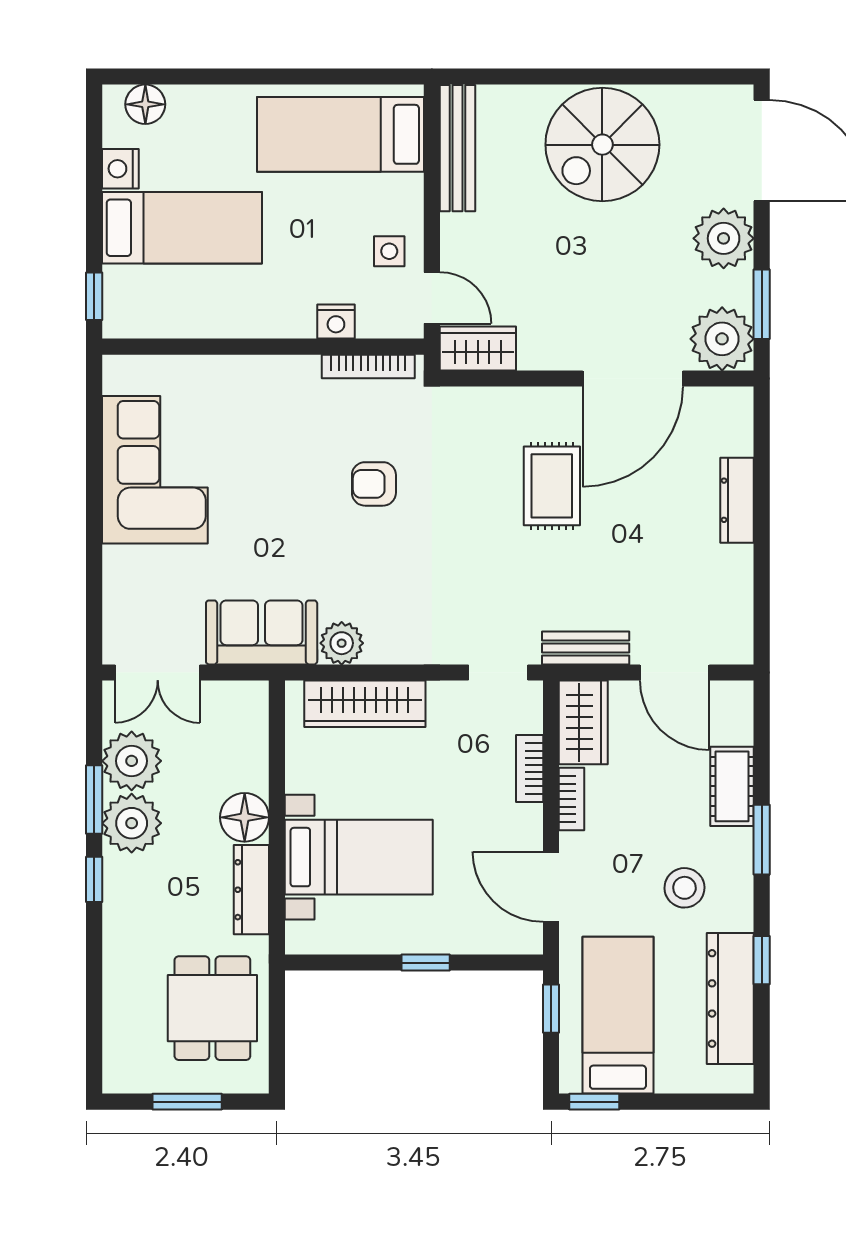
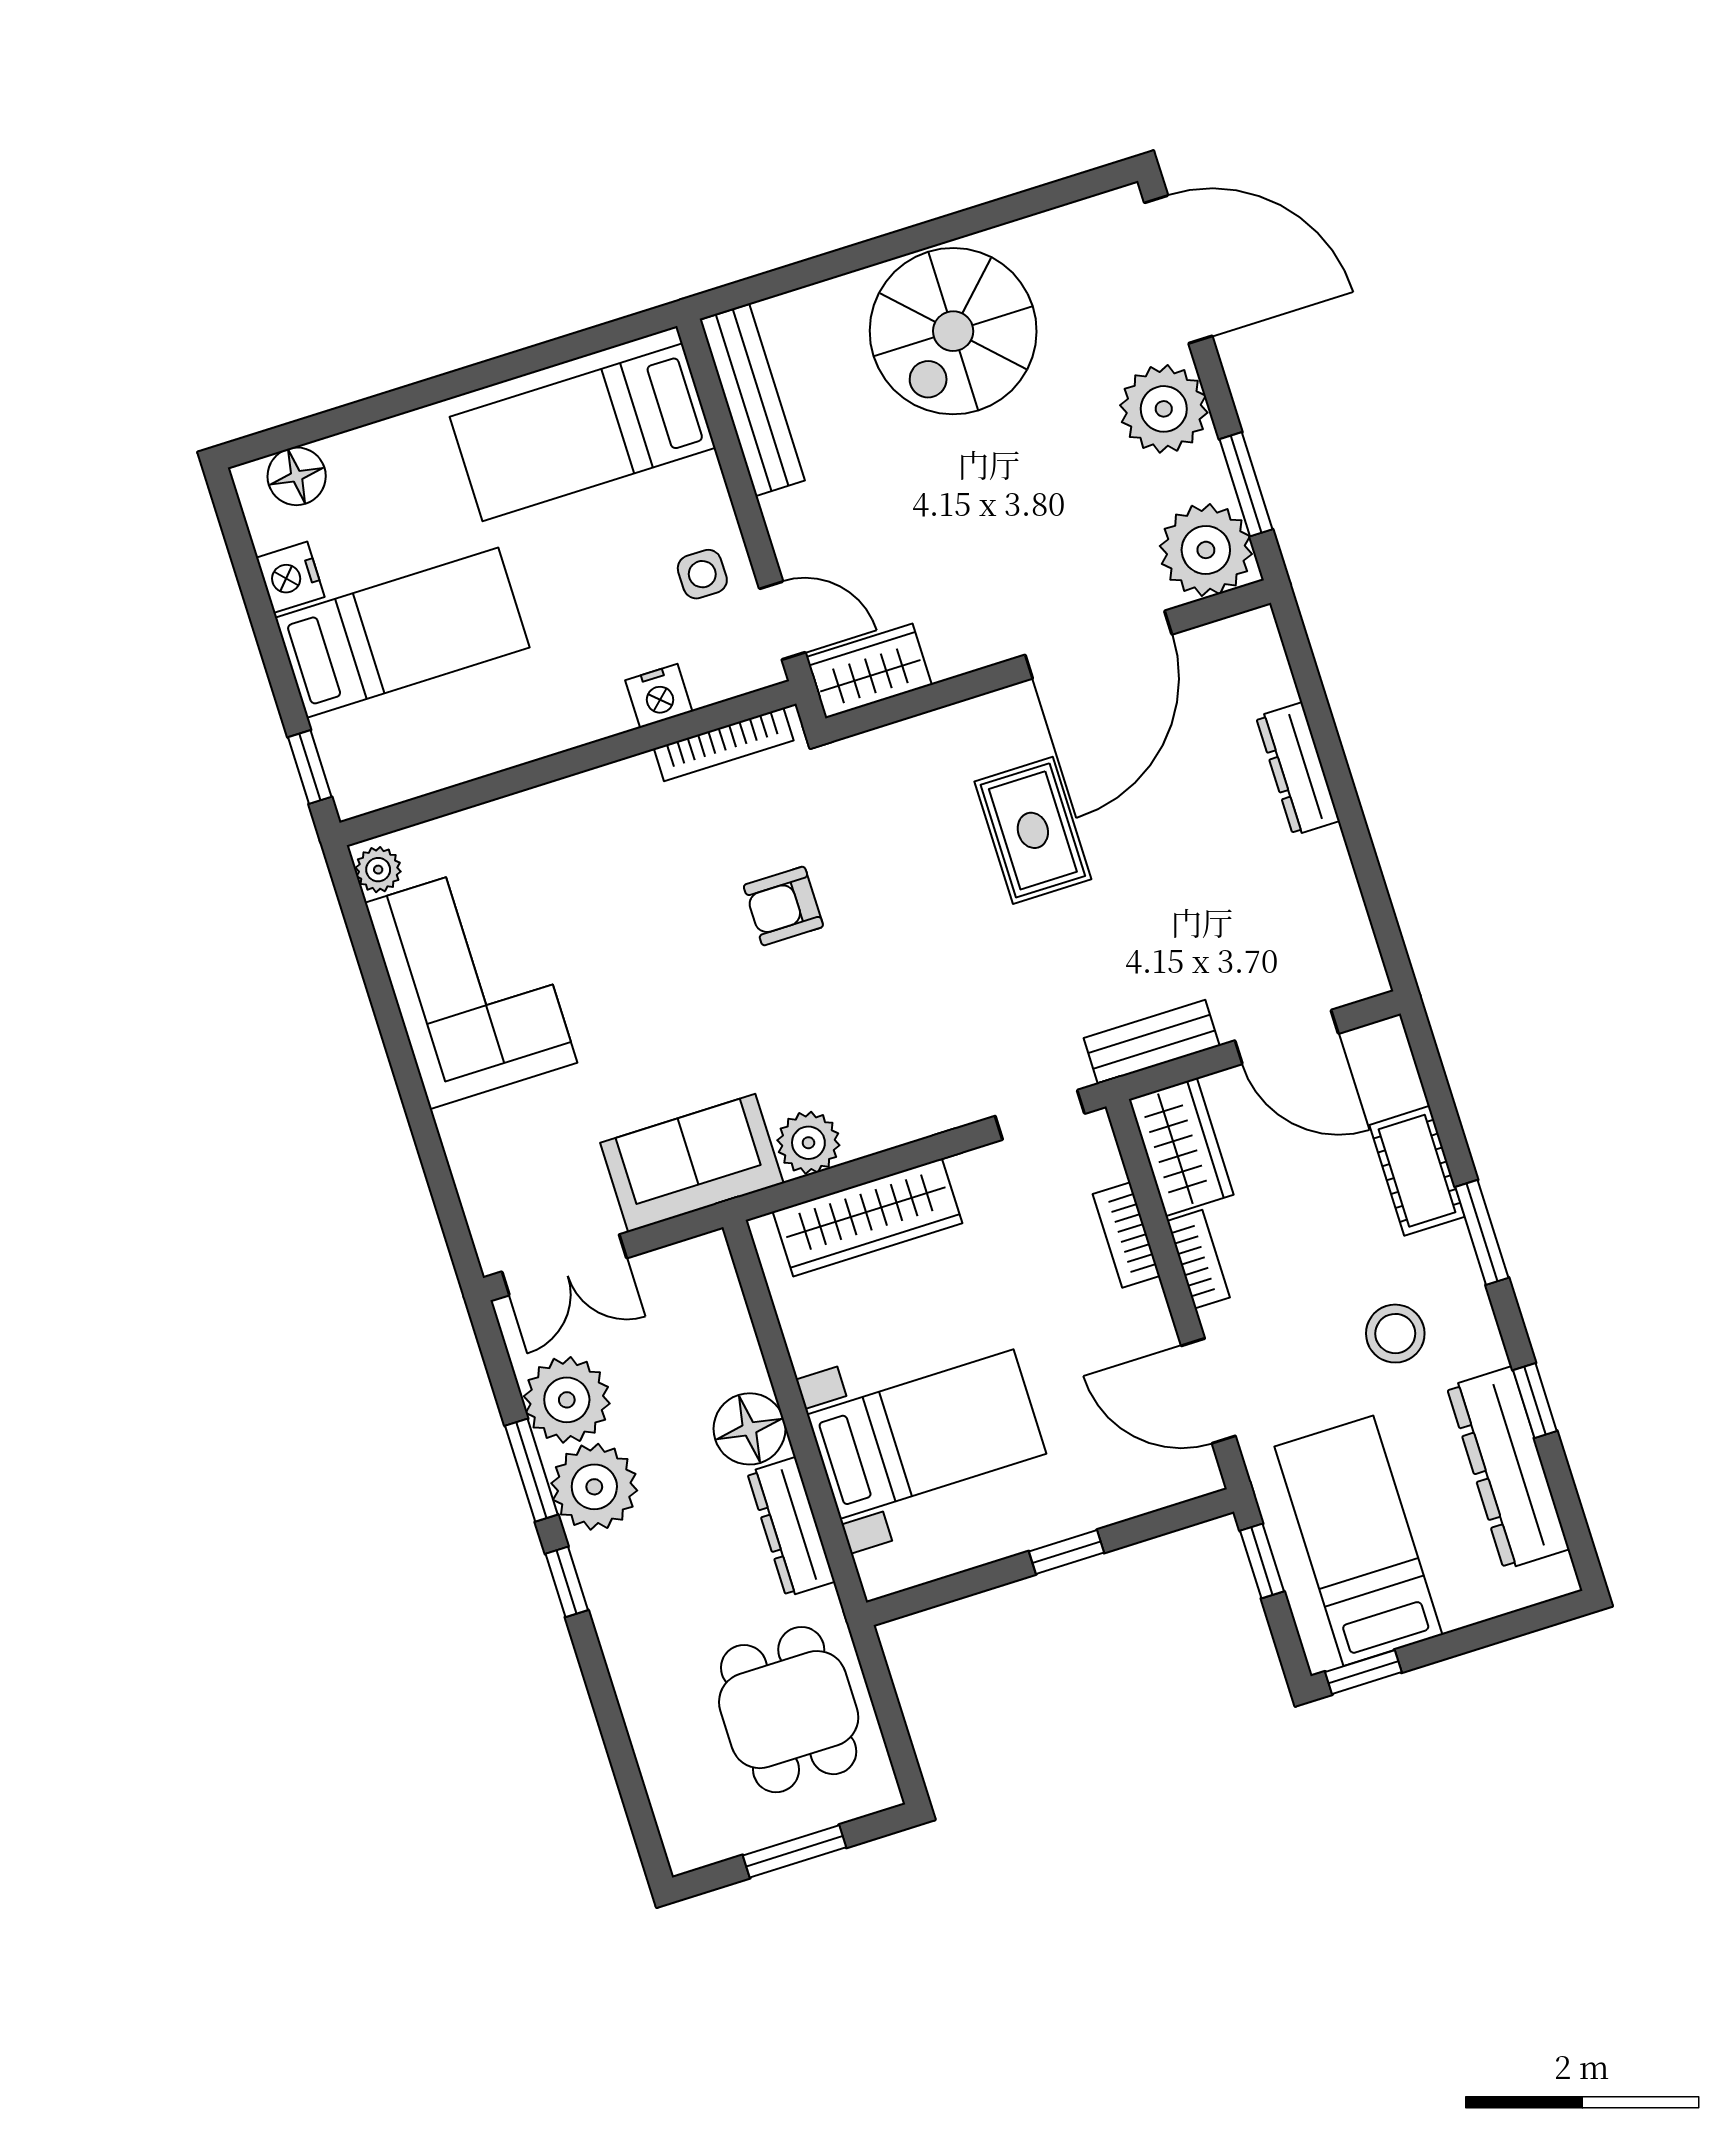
plant: (118, 377) -> (378, 870), added

